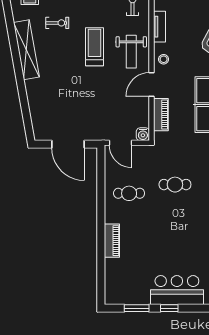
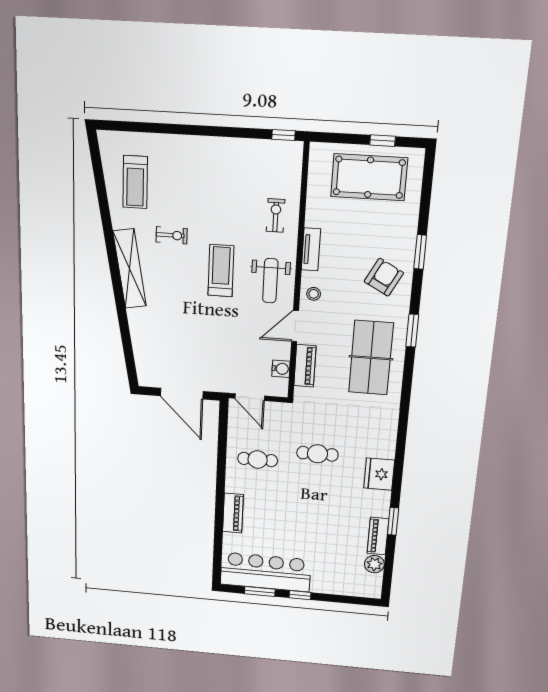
water cooler: (143, 134) -> (281, 369), moved, turned -90
bar counter: (177, 290) -> (265, 572), moved, width x1.36

